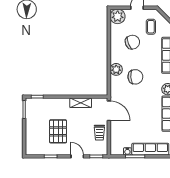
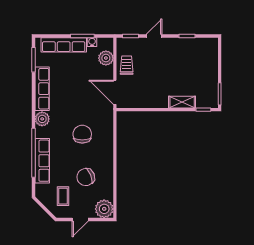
plant: (116, 69) -> (106, 58), moved
chair: (135, 77) -> (82, 134), turned 94
shelving: (81, 103) -> (182, 102), moved
pallet: (58, 131) -> (178, 67), removed
door: (77, 156) -> (154, 36), swing flipped

